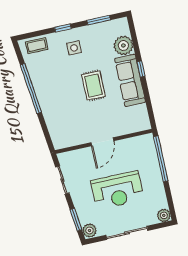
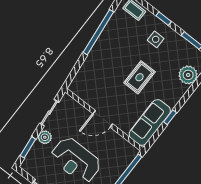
window: (141, 69) -> (170, 117), moved
sofa: (130, 80) -> (150, 123), moved
plant: (90, 230) -> (45, 137), moved

